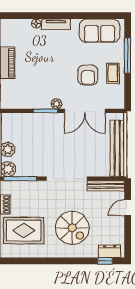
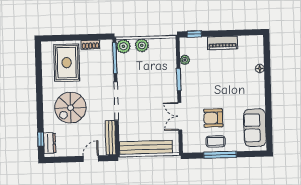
tv unit: (56, 24) -> (260, 87), removed
window: (128, 56) -> (220, 155), moved
plant: (56, 104) -> (185, 60), moved
double door: (85, 111) -> (180, 116), width x0.73
door: (128, 208) -> (91, 159), hinge flipped

